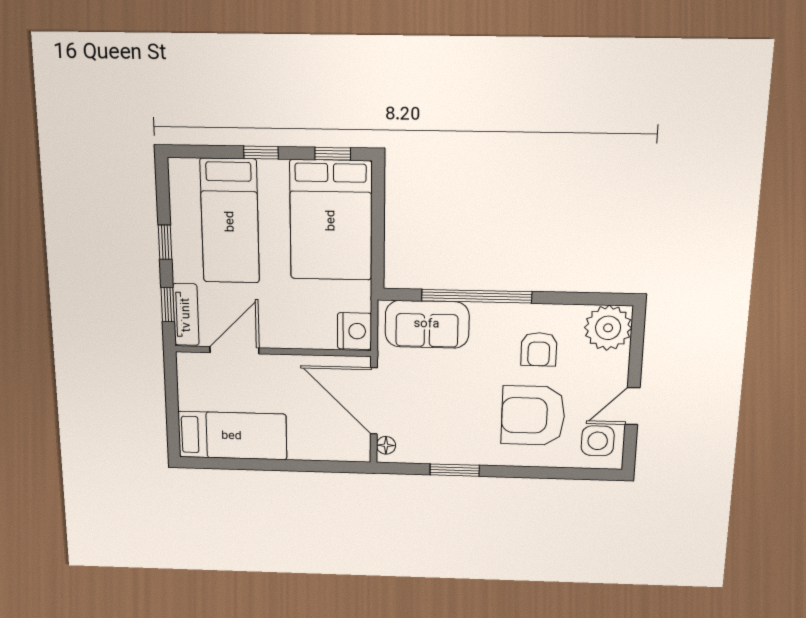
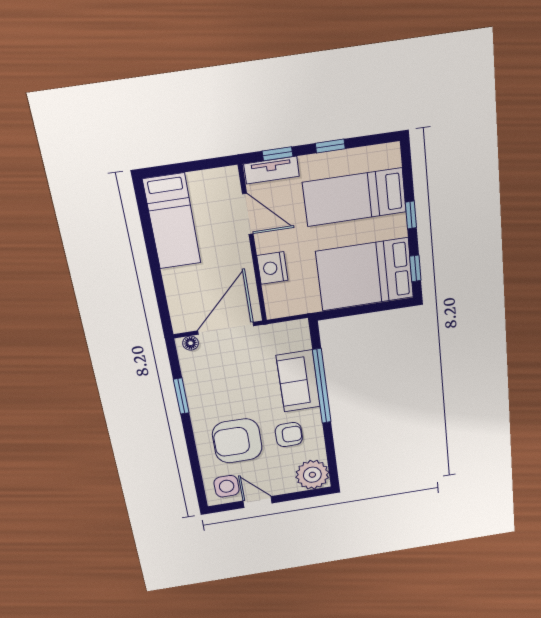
sofa: (427, 324) -> (298, 381), moved
nightstand: (354, 331) -> (272, 268), moved, turned 90
armchair: (539, 349) -> (289, 435), turned 180
armchair: (533, 416) -> (237, 441), turned -90

